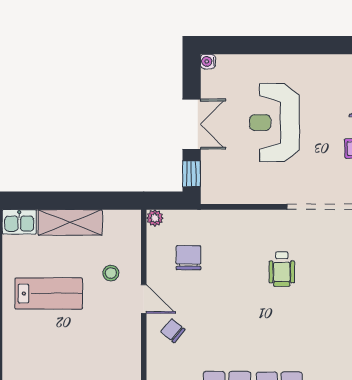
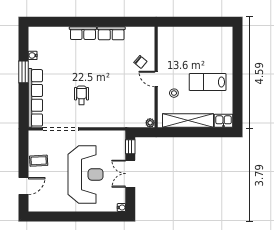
reception desk: (274, 123) -> (85, 174), width x1.36, depth x1.30
shelving: (70, 222) -> (188, 120), width x1.47
chair: (188, 258) -> (132, 101), removed

